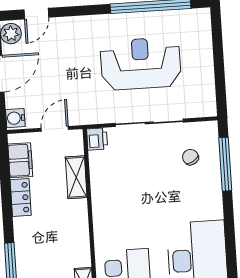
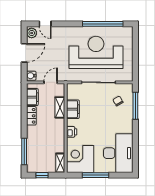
door: (36, 14) -> (45, 24), hinge flipped
reception desk: (141, 64) -> (96, 52), width x1.36, depth x1.30
printer: (97, 139) -> (72, 132), moved
filing cabinet: (102, 179) -> (73, 109), added

